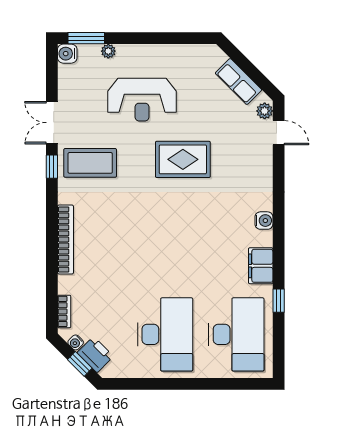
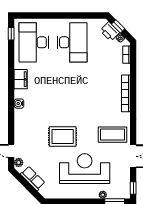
water cooler: (67, 54) -> (125, 193), removed
reception desk: (142, 100) -> (85, 169), width x1.36, depth x1.30
window: (52, 167) -> (133, 188), moved
window: (279, 301) -> (11, 34), moved
desk: (165, 334) -> (72, 42), turned 180

